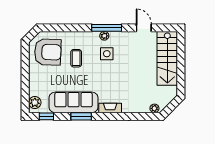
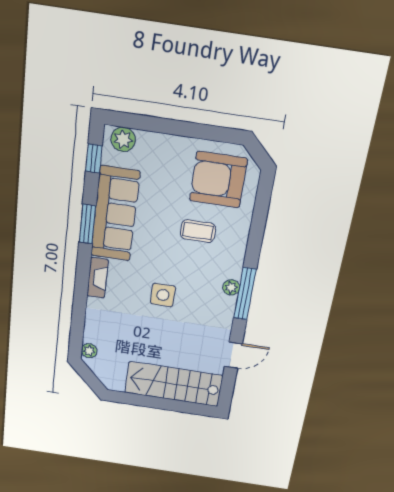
armchair: (48, 52) -> (218, 180), turned 88
side table: (107, 54) -> (163, 295), moved

